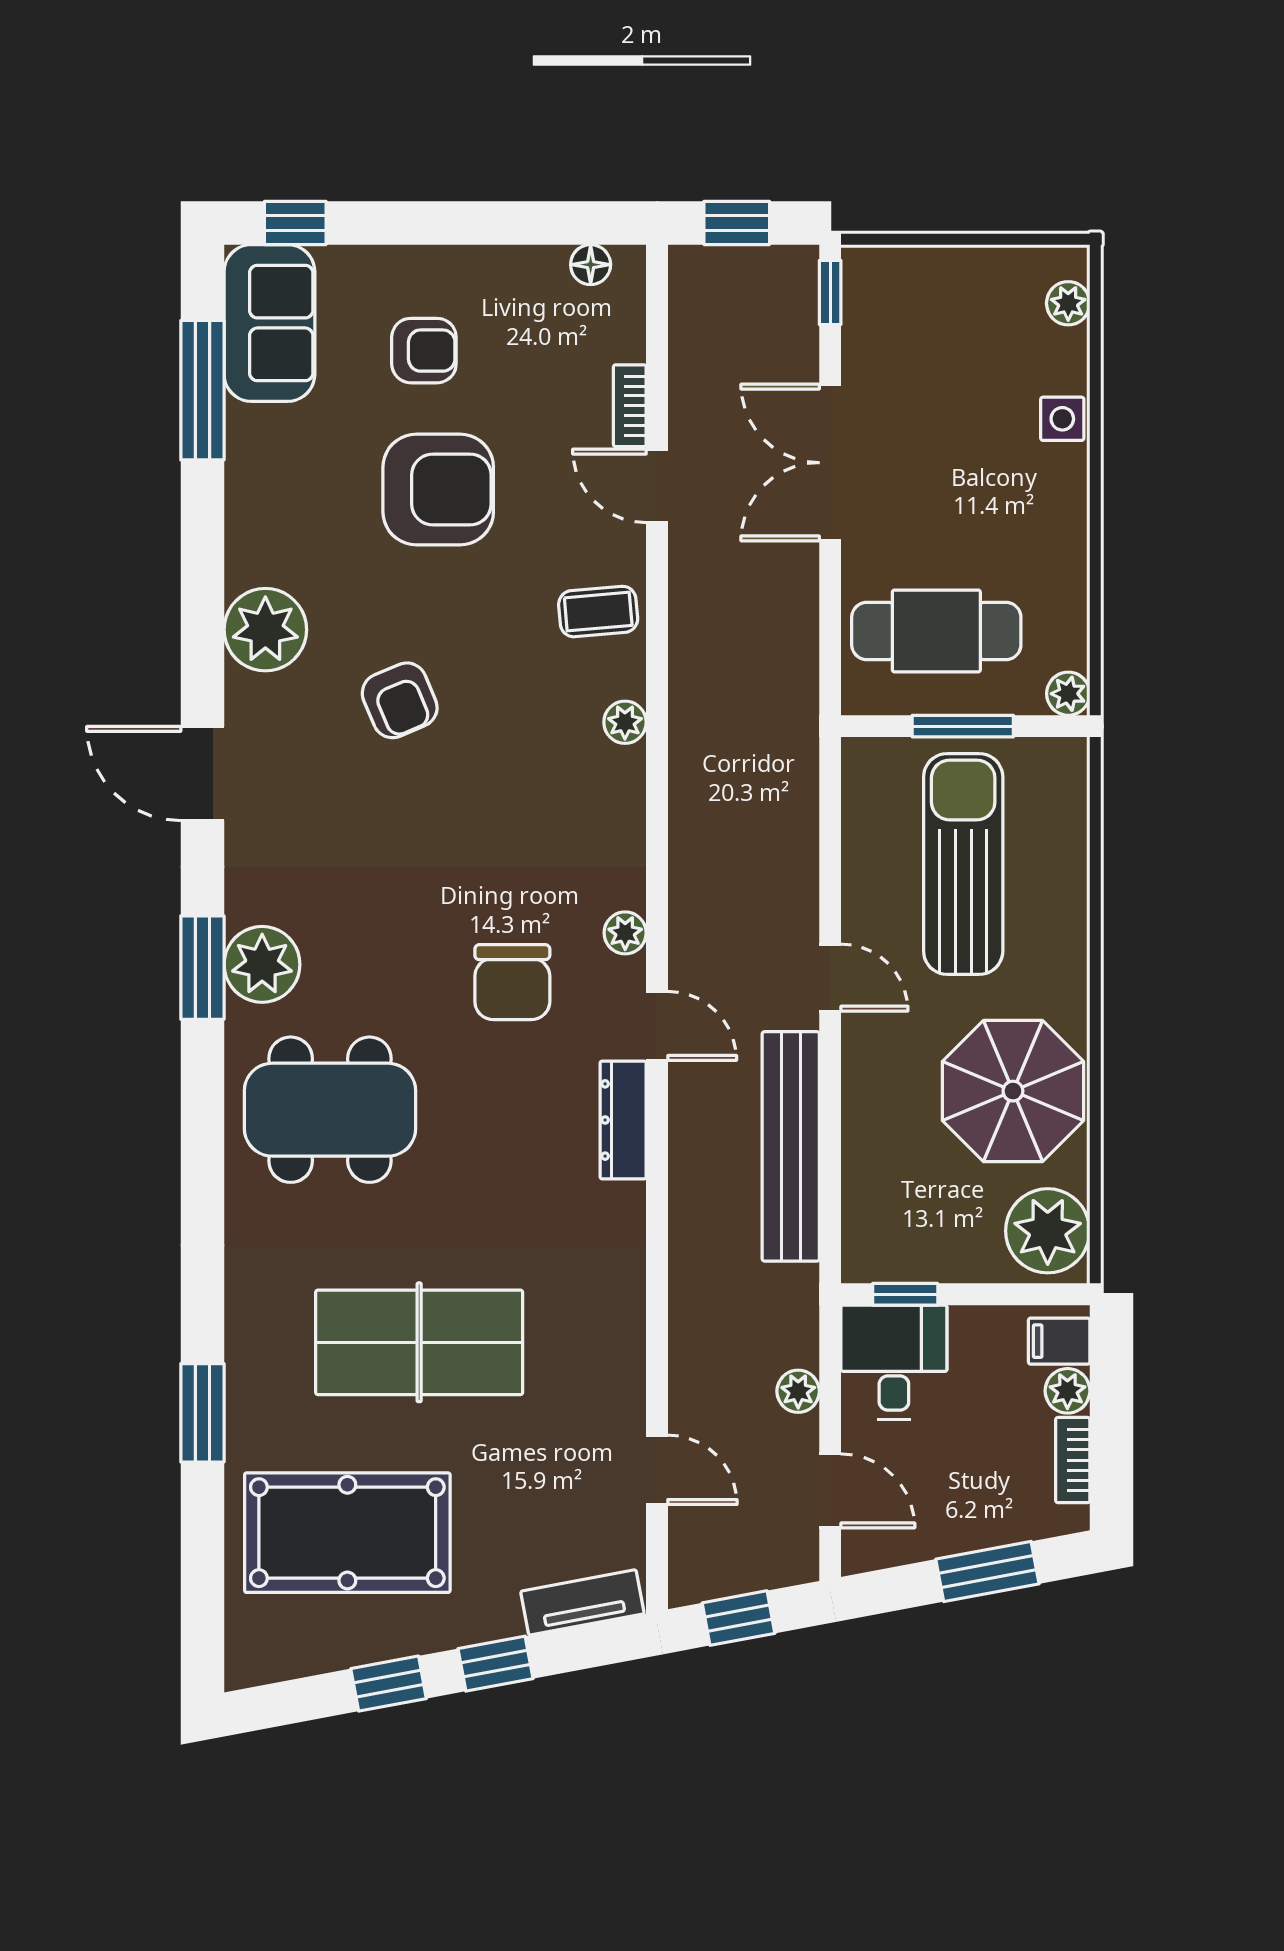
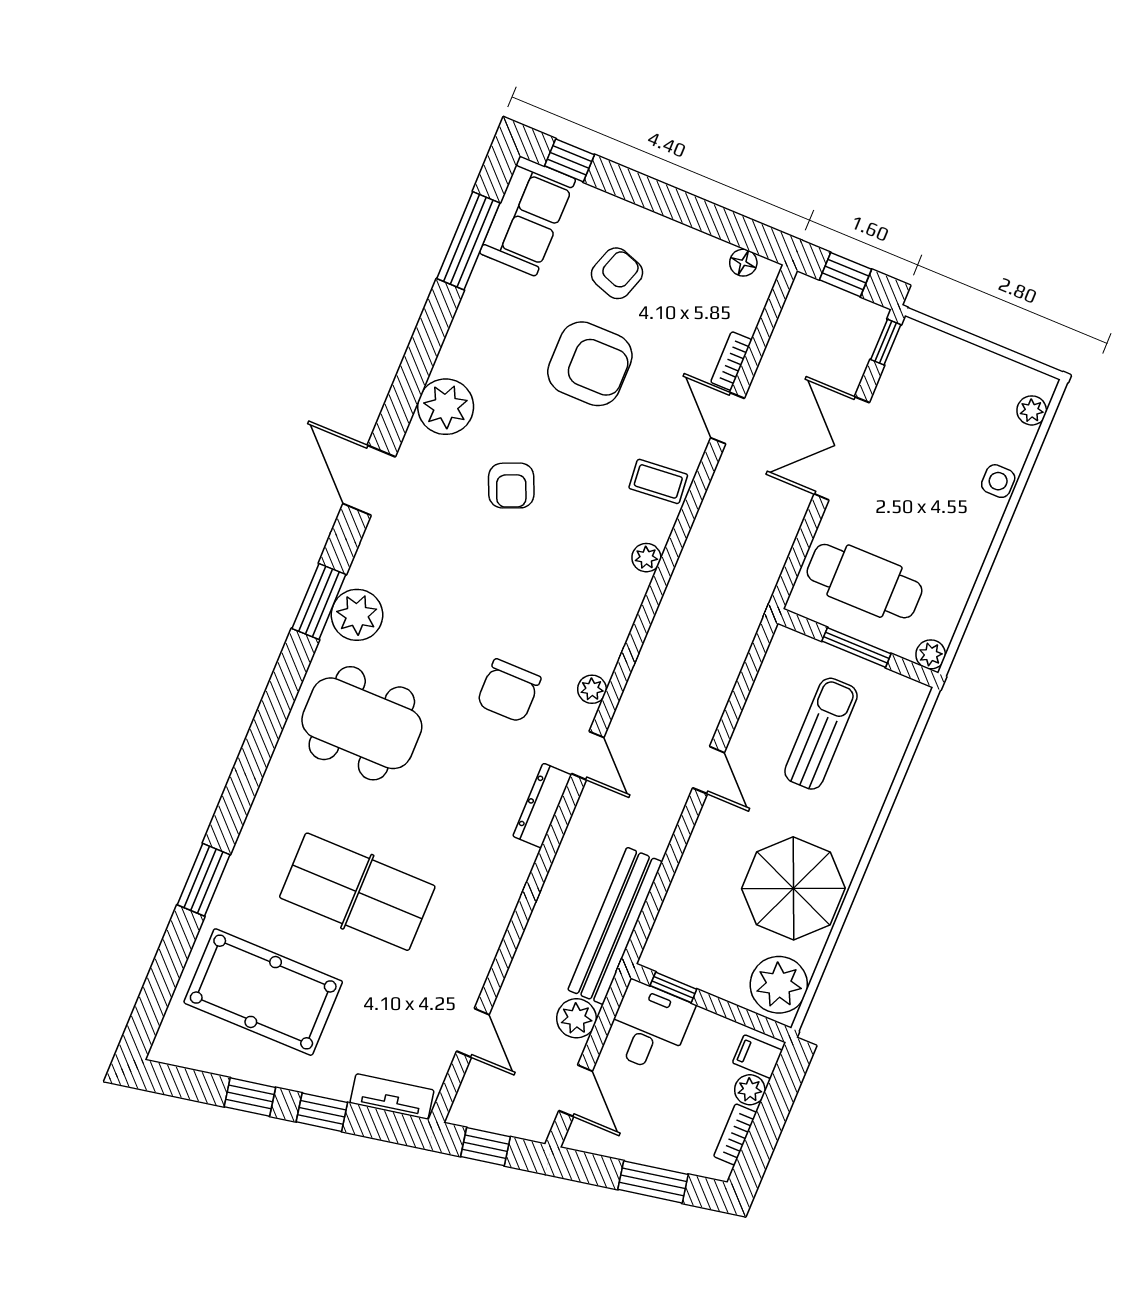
armchair: (424, 351) -> (617, 273), turned -71
sun lounger: (963, 864) -> (821, 734), width x0.73, depth x0.75
bench: (791, 1146) -> (615, 926), moved
plant: (798, 1391) -> (576, 1018), width x1.38, depth x1.38

